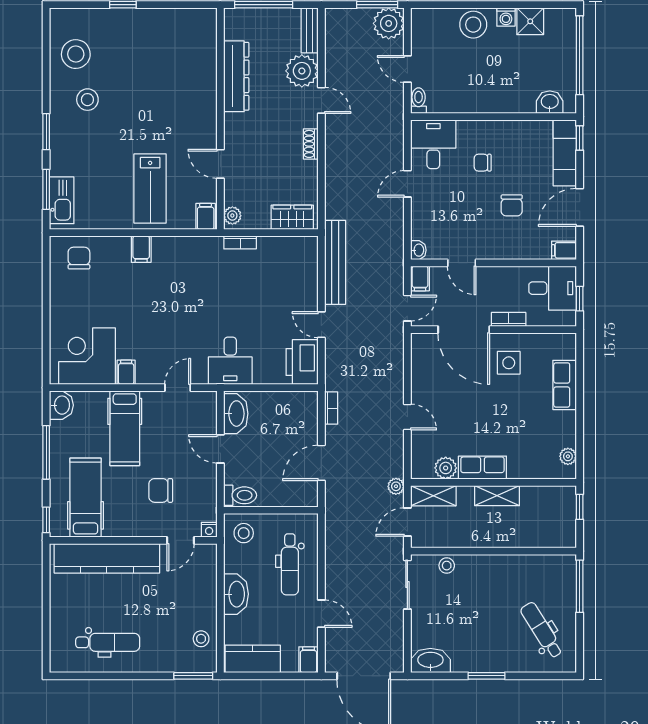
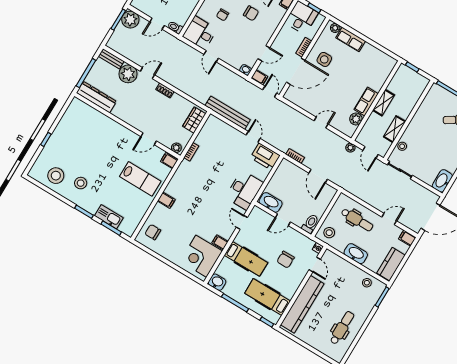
dresser: (236, 76) -> (96, 97), moved
kitchen sink: (62, 200) -> (109, 217), moved
door: (321, 325) -> (253, 137), swing flipped
desk: (230, 361) -> (244, 190), width x1.37
plant: (568, 456) -> (335, 28), moved
shelving: (433, 496) -> (395, 129), moved

